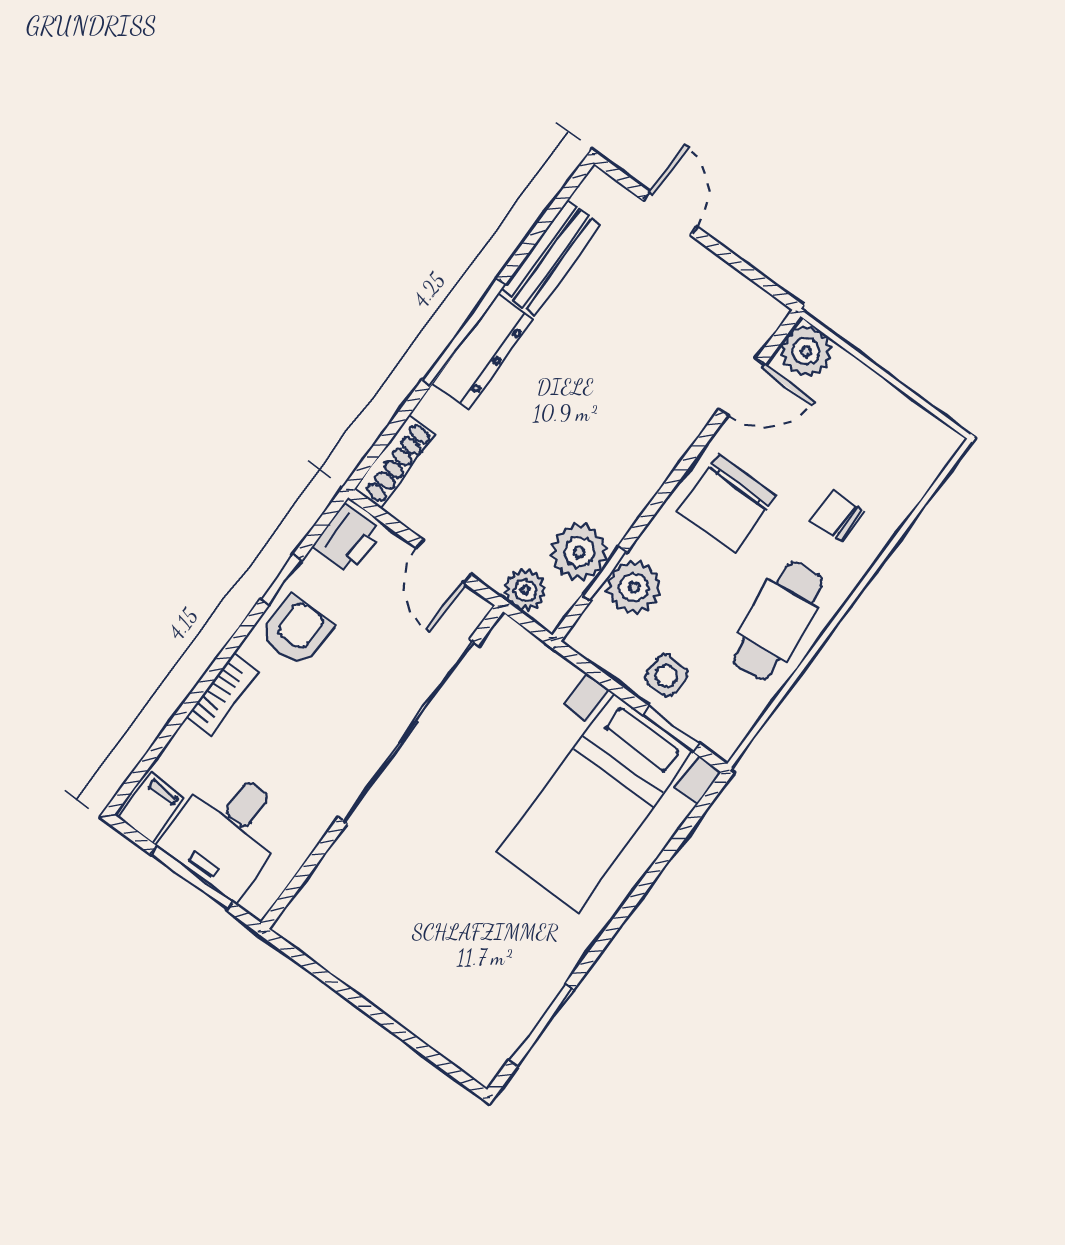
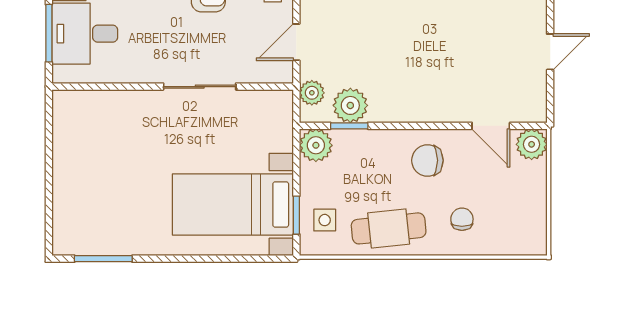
door: (670, 213) -> (550, 52), moved
chair: (726, 504) -> (427, 160), width x0.73, depth x0.73
plant: (634, 587) -> (316, 145), moved
side table: (667, 676) -> (325, 220), moved
sliding door: (408, 732) -> (200, 87), width x0.54

